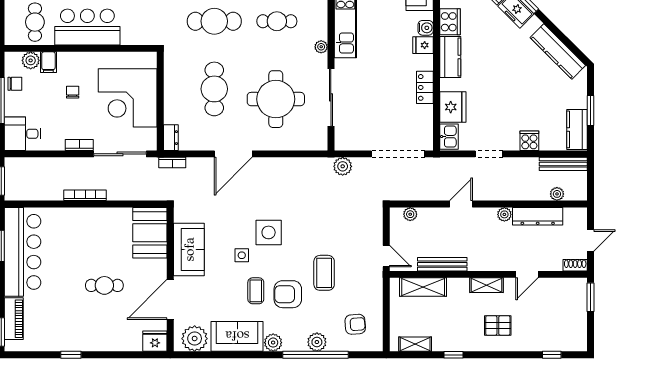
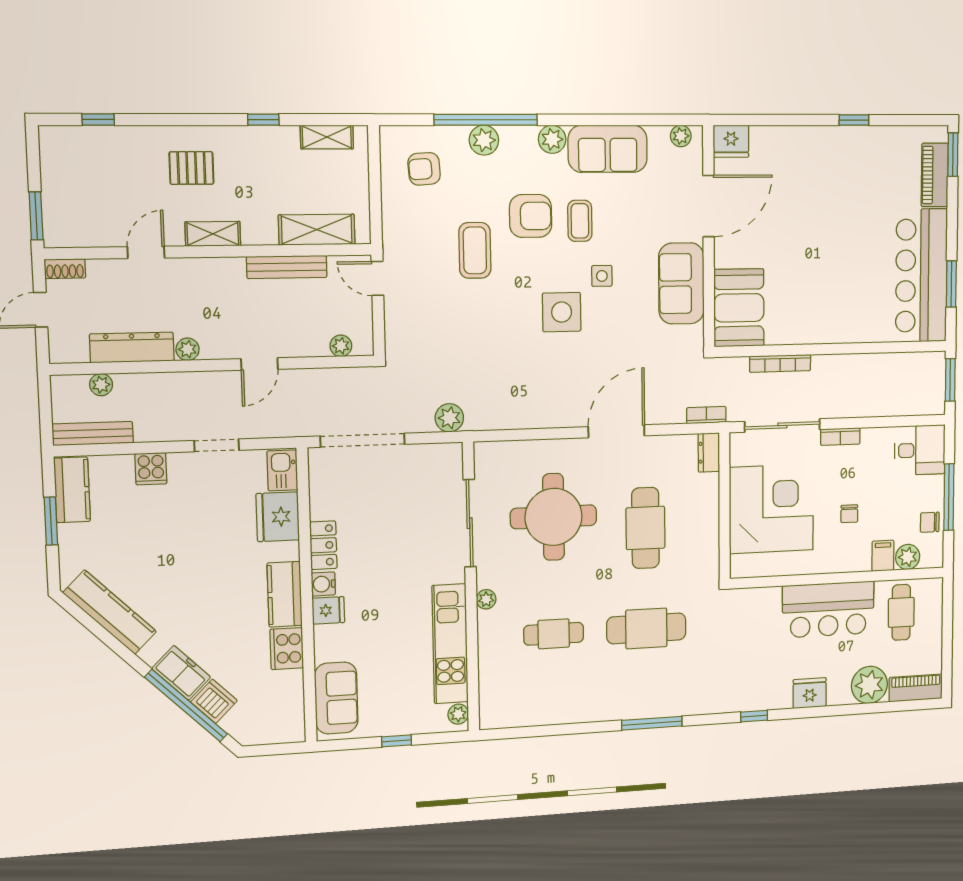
water cooler: (426, 28) -> (323, 584), moved
bookcase: (85, 195) -> (780, 363), moved
cafe table: (104, 285) -> (805, 227), removed
plant: (195, 339) -> (681, 136), width x0.53, depth x0.53

